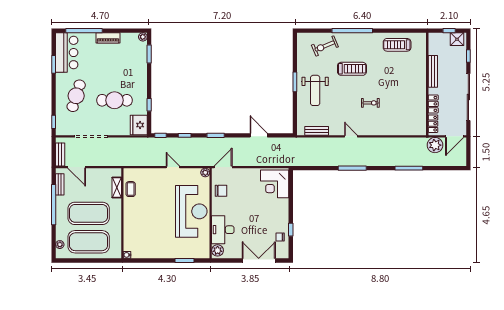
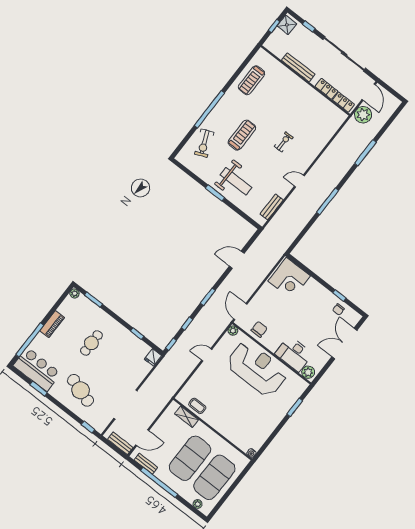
cafe table: (114, 100) -> (91, 343), moved, width x0.73, depth x0.74
fridge: (139, 125) -> (153, 357), width x0.53, depth x0.75

